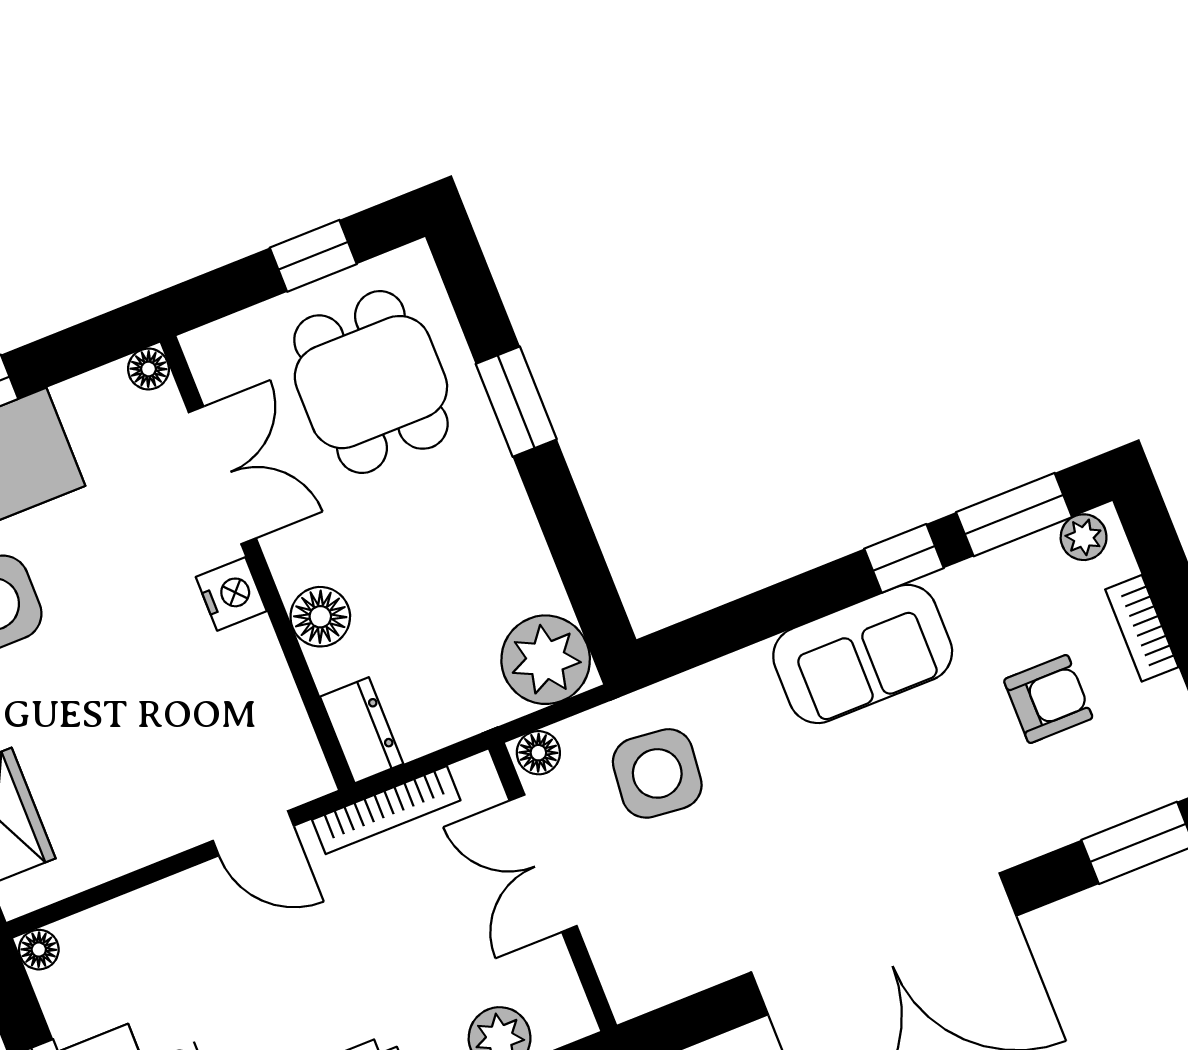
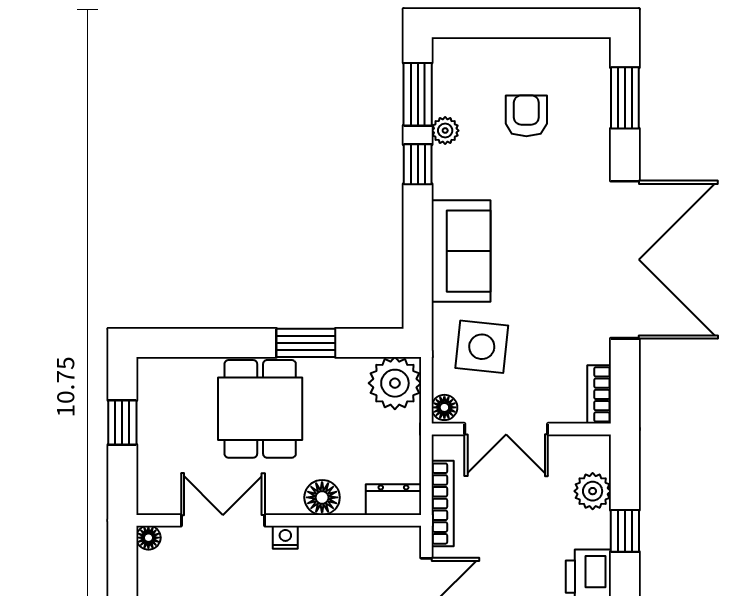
dining table: (371, 382) -> (260, 409), moved, turned 90
window: (516, 402) -> (306, 343), moved
plant: (1084, 537) -> (445, 131), moved
nightstand: (231, 594) -> (285, 537), width x0.72, depth x0.74
bookcase: (1142, 628) -> (599, 394), moved, turned 90
sofa: (863, 654) -> (461, 251), moved

